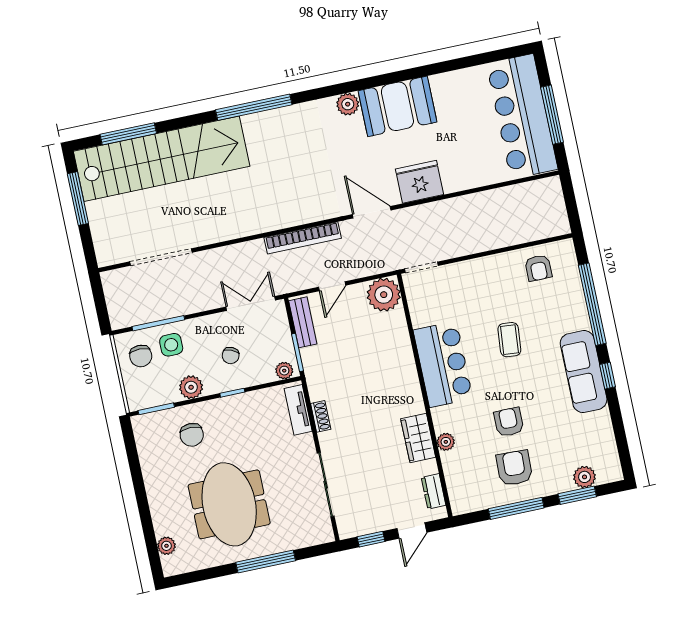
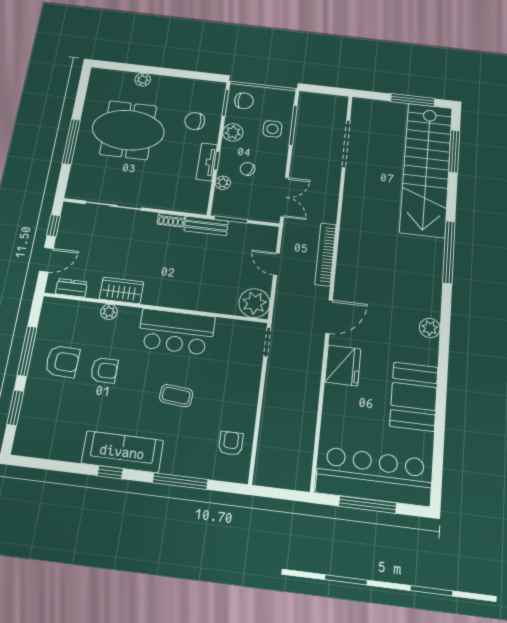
booth: (397, 106) -> (414, 397), moved
armchair: (538, 268) -> (231, 443), turned 90
window: (592, 304) -> (180, 481), width x0.68
bench: (303, 322) -> (206, 226), moved
chair: (141, 356) -> (244, 101), moved, turned 180
plant: (284, 371) -> (223, 183), moved
tv unit: (298, 410) -> (207, 162), moved, turned -90
plant: (585, 477) -> (29, 420), removed
door: (412, 530) -> (46, 260), swing flipped
plant: (166, 546) -> (143, 80), moved

